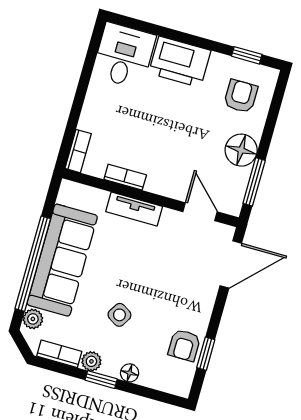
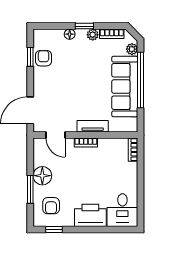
bookcase: (125, 177) -> (86, 143), moved
window: (254, 182) -> (30, 189), moved
side table: (119, 315) -> (84, 65), removed

